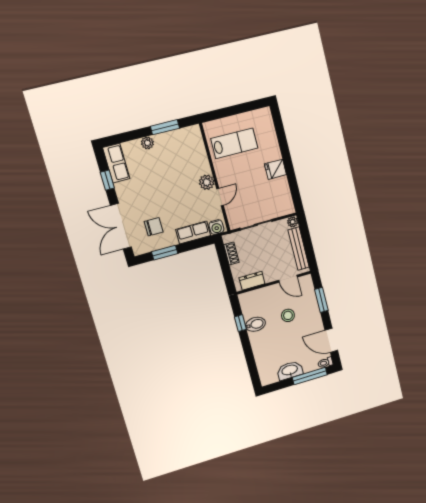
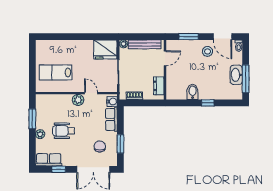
lab bench: (234, 143) -> (56, 72), turned -90
fridge: (275, 169) -> (105, 49), moved, width x1.88, depth x1.34
wheelchair: (161, 174) -> (64, 131), added
stool: (288, 315) -> (207, 51), moved
window: (240, 323) -> (208, 103), moved
door: (331, 340) -> (223, 37), hinge flipped
window: (310, 376) -> (246, 79), moved

